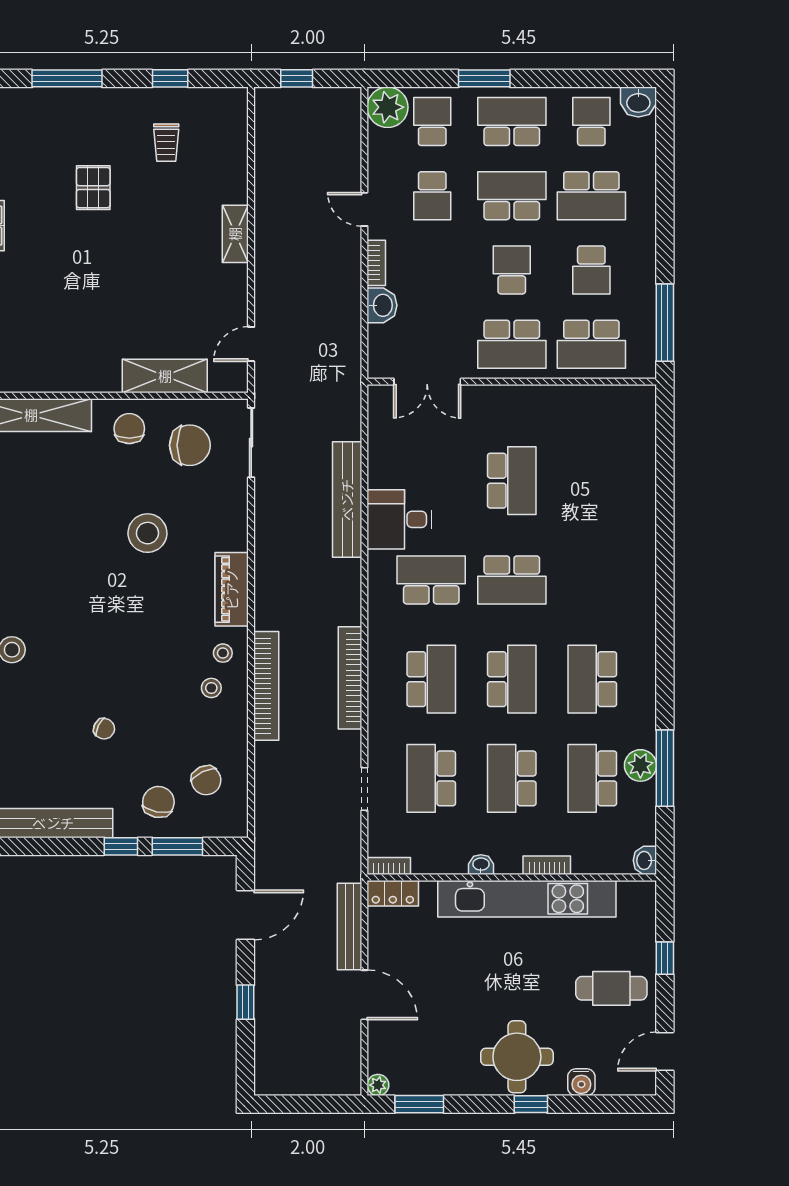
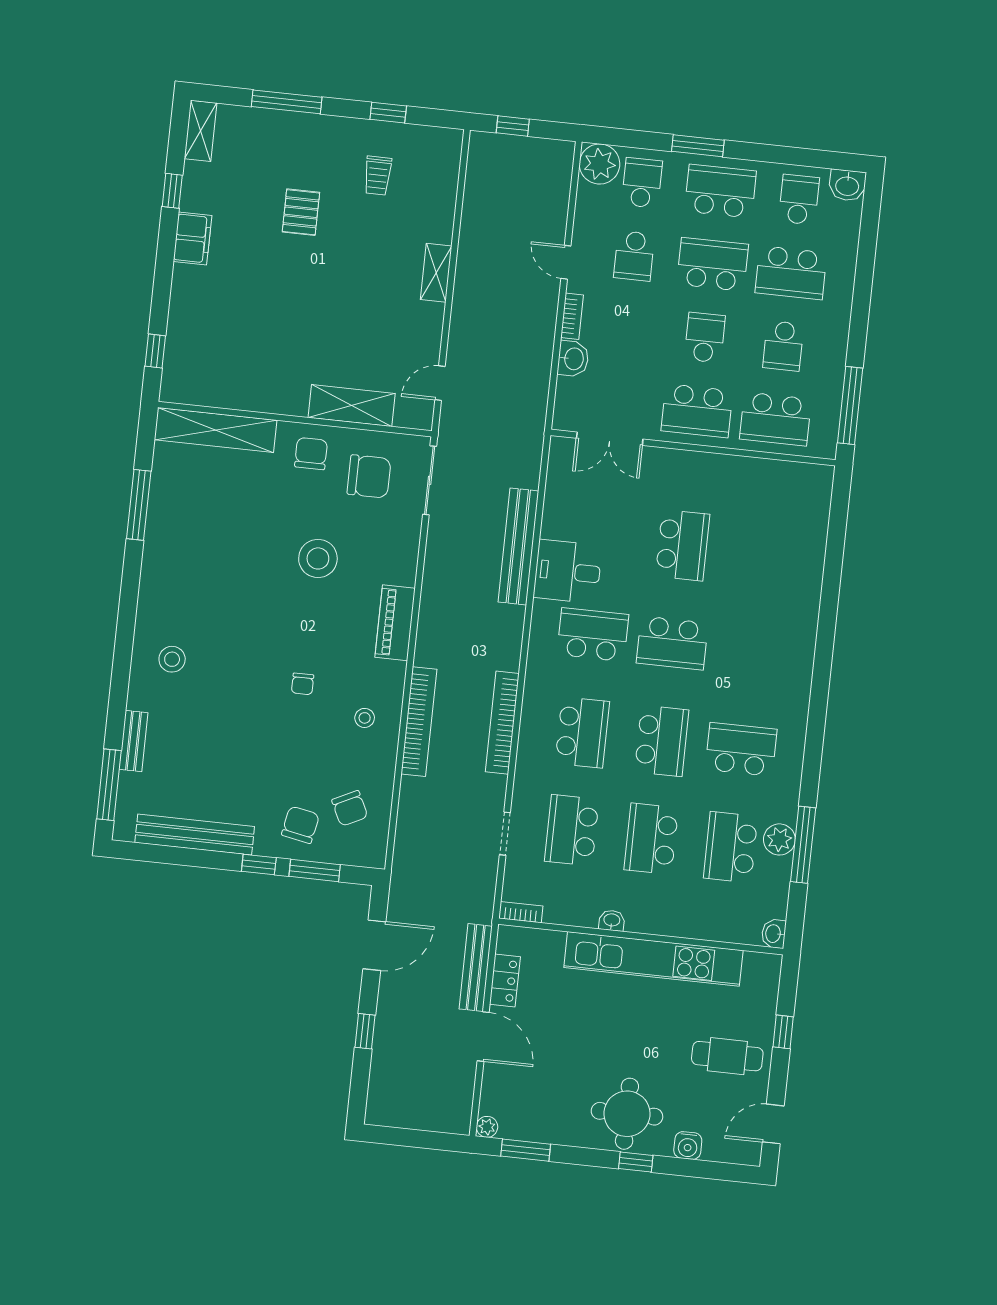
stool: (223, 653) -> (380, 685), removed
school desk: (592, 679) -> (741, 749), turned 90
chair: (104, 729) -> (303, 684), moved, turned 64
bookcase: (547, 865) -> (677, 928), removed
locker: (393, 893) -> (505, 980), moved, turned -90

